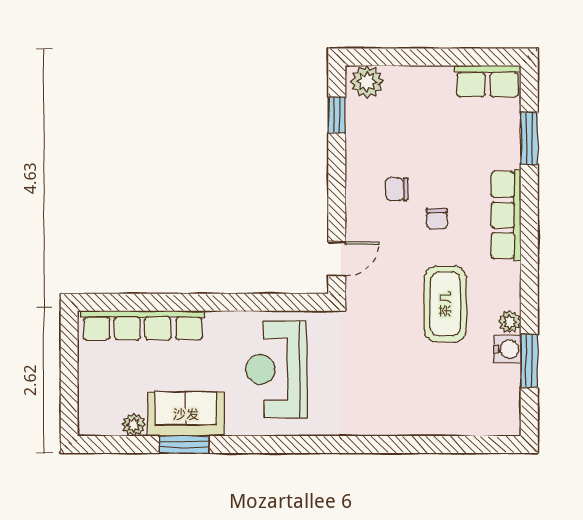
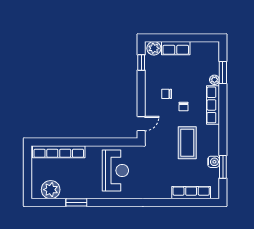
row of seats: (488, 81) -> (176, 48), moved
plant: (509, 322) -> (214, 80), moved
reception desk: (276, 369) -> (115, 170), turned 180
sofa: (186, 414) -> (77, 189), removed
row of seats: (455, 421) -> (191, 193), added
plant: (134, 425) -> (51, 190), width x1.87, depth x1.87

